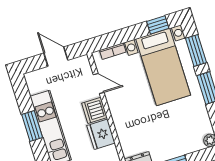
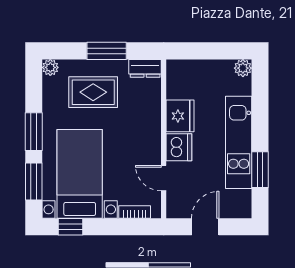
door: (56, 57) -> (205, 227), swing flipped
window: (32, 126) -> (260, 170), moved
rug: (172, 132) -> (93, 92), added

